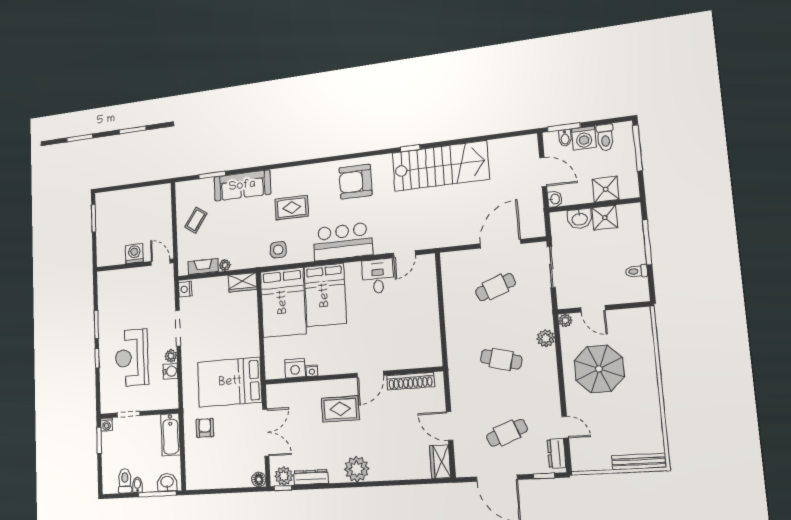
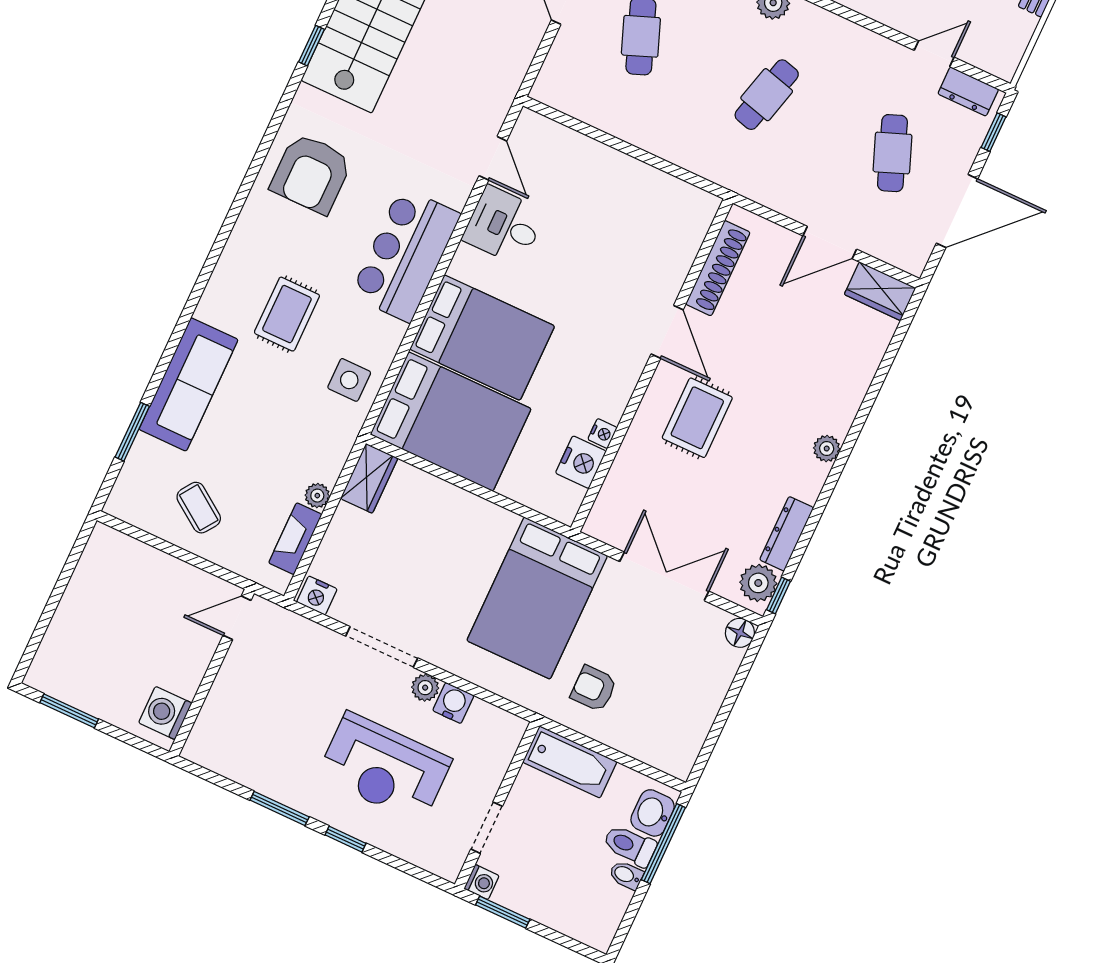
washing machine: (134, 254) -> (165, 713), moved
plant: (357, 469) -> (827, 449), width x0.53, depth x0.53
toilet: (125, 481) -> (630, 845), moved

